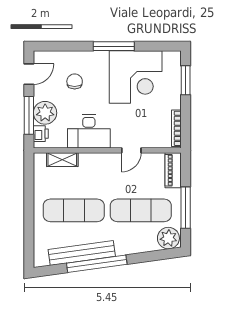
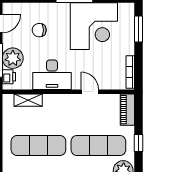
chair: (75, 81) -> (39, 30), turned -90
door: (131, 150) -> (90, 92), swing flipped
window: (186, 208) -> (139, 143), width x0.46

